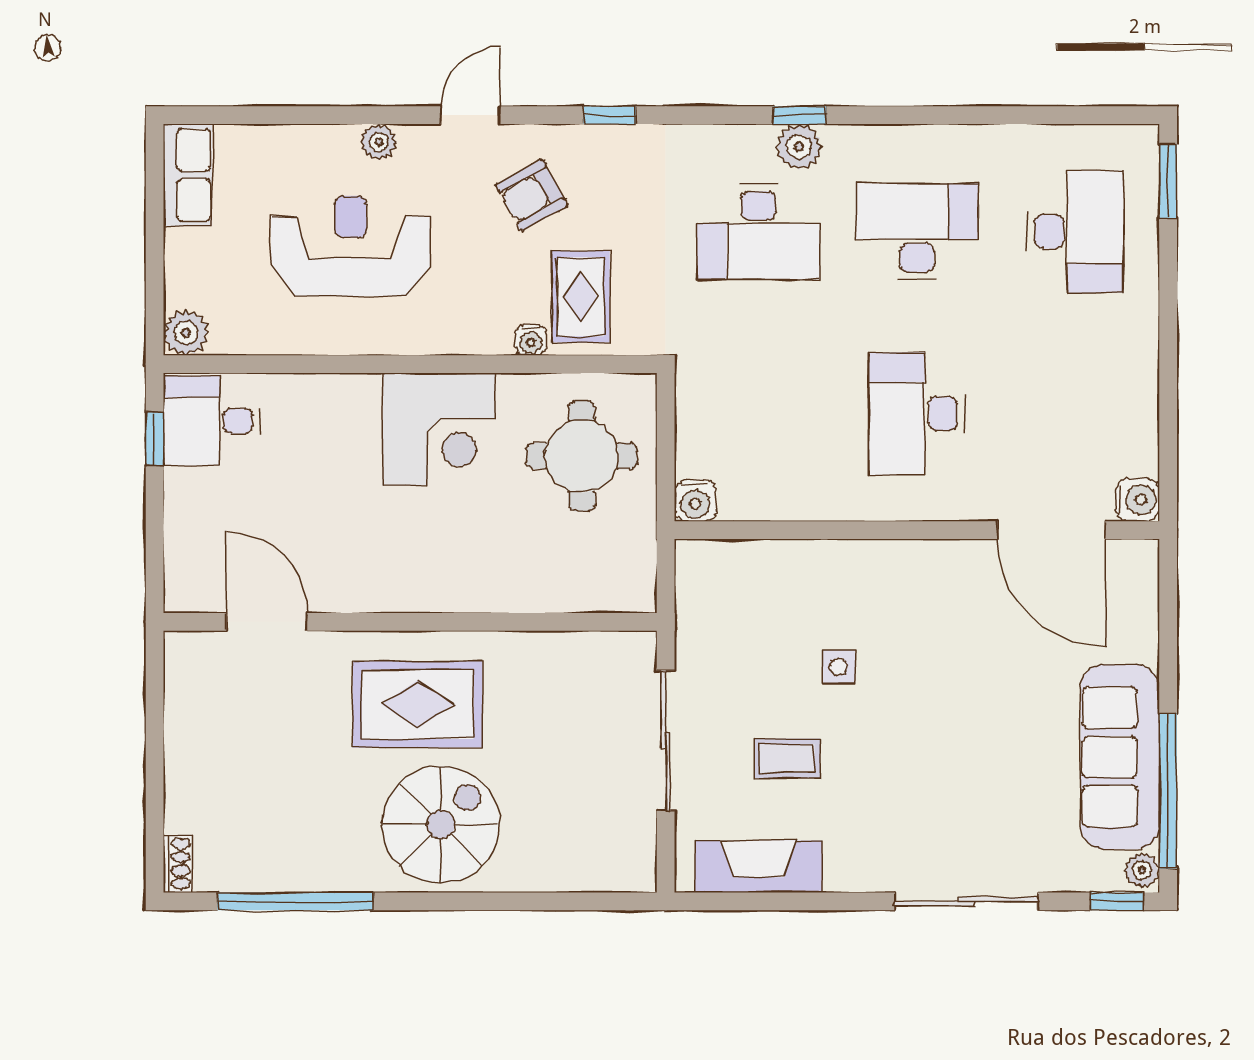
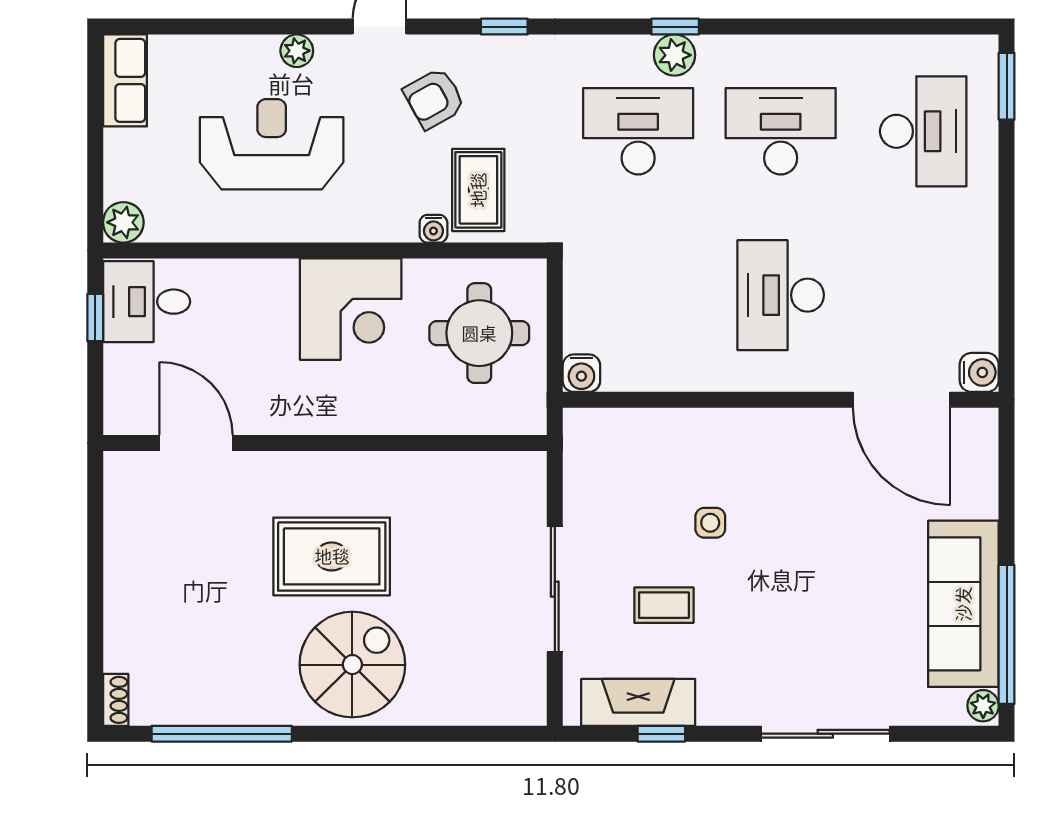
desk: (758, 232) -> (638, 131), turned 180
door: (267, 622) -> (196, 443), moved
wall: (410, 622) -> (325, 443), moved
window: (1117, 901) -> (661, 734), moved

